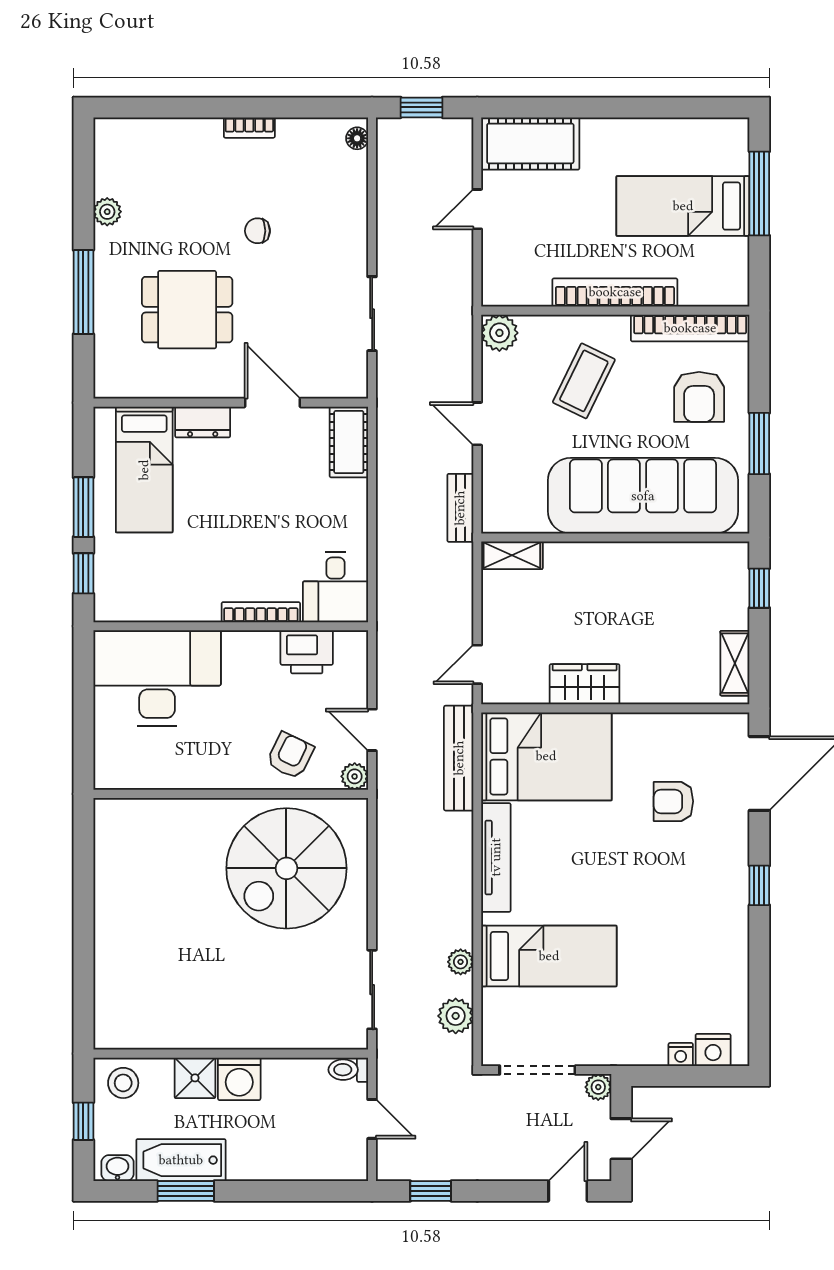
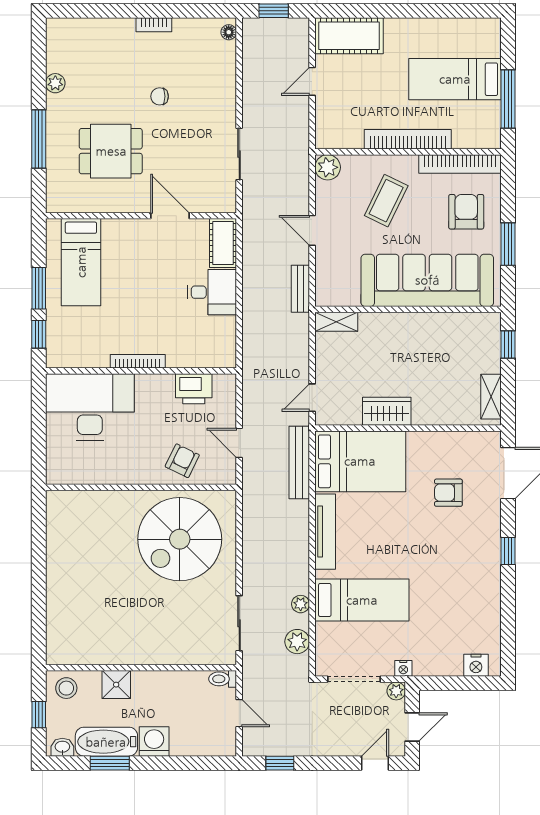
window: (759, 194) -> (508, 99), moved
armchair: (699, 397) -> (466, 212), turned 180
dresser: (203, 422) -> (121, 229), removed
desk: (335, 587) -> (212, 292), moved, turned -90
bookcase: (261, 612) -> (138, 361), moved
plant: (355, 776) -> (227, 475), removed
nightstand: (681, 1054) -> (403, 668), moved
washing machine: (239, 1079) -> (154, 741), moved, turned 180

